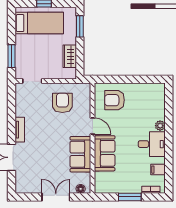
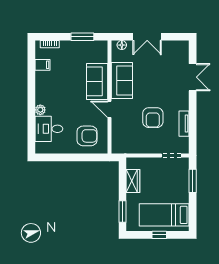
armchair: (62, 103) -> (153, 118), moved
tv unit: (20, 130) -> (184, 124), moved
desk: (152, 144) -> (49, 129), moved
window: (130, 197) -> (82, 37), moved

